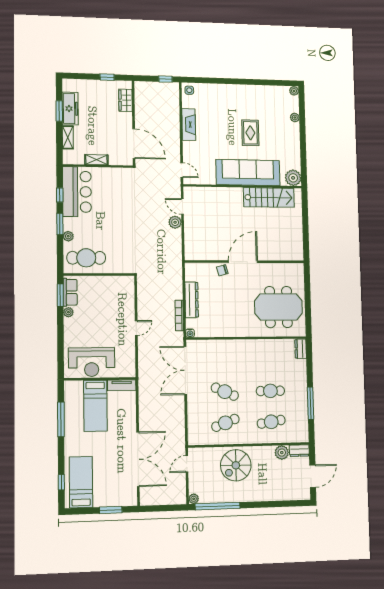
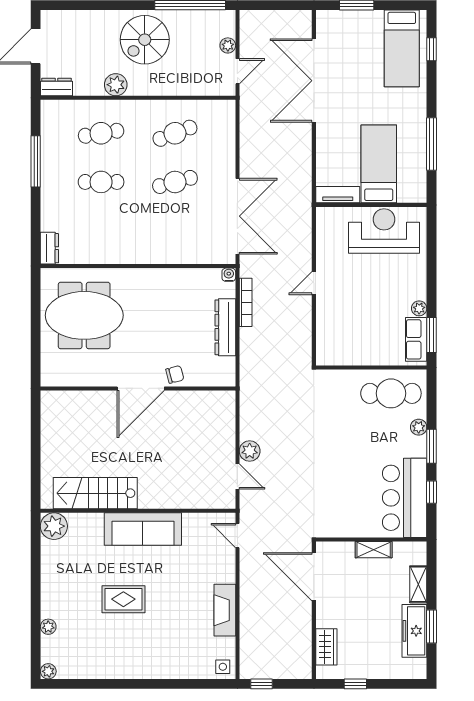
rug: (250, 133) -> (123, 599), turned 90
sofa: (248, 173) -> (143, 529), width x0.74, depth x0.79
cafe table: (225, 392) -> (175, 182), turned -39
plant: (282, 453) -> (116, 85), moved
spiral stairs: (236, 465) -> (145, 40), moved, turned 180
plant: (194, 499) -> (228, 45), moved

